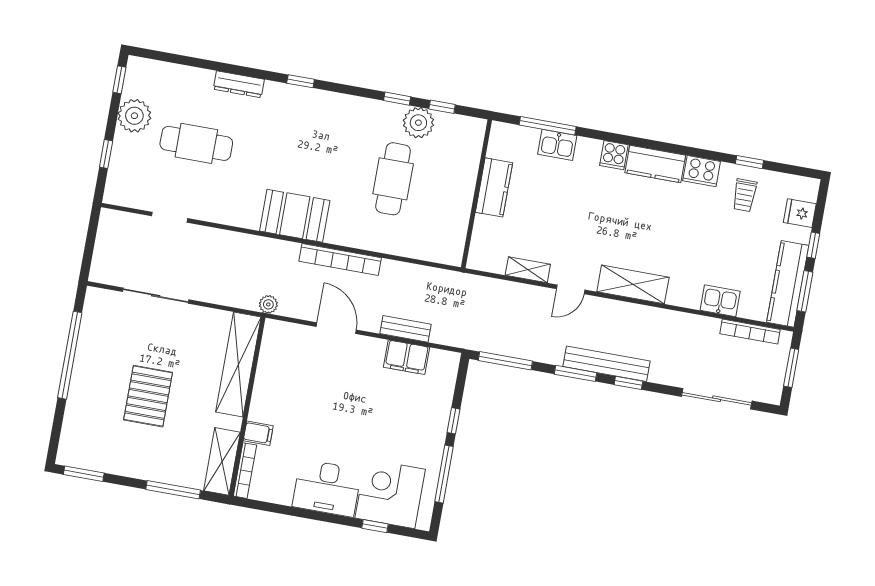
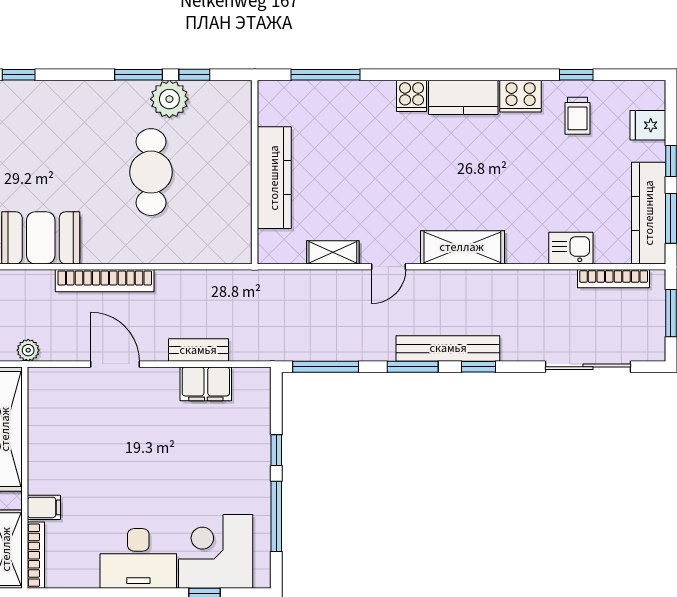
window: (397, 99) -> (139, 75), width x1.50
kitchen sink: (557, 145) -> (341, 96), removed
kitchen counter: (494, 187) -> (274, 178), width x1.50

